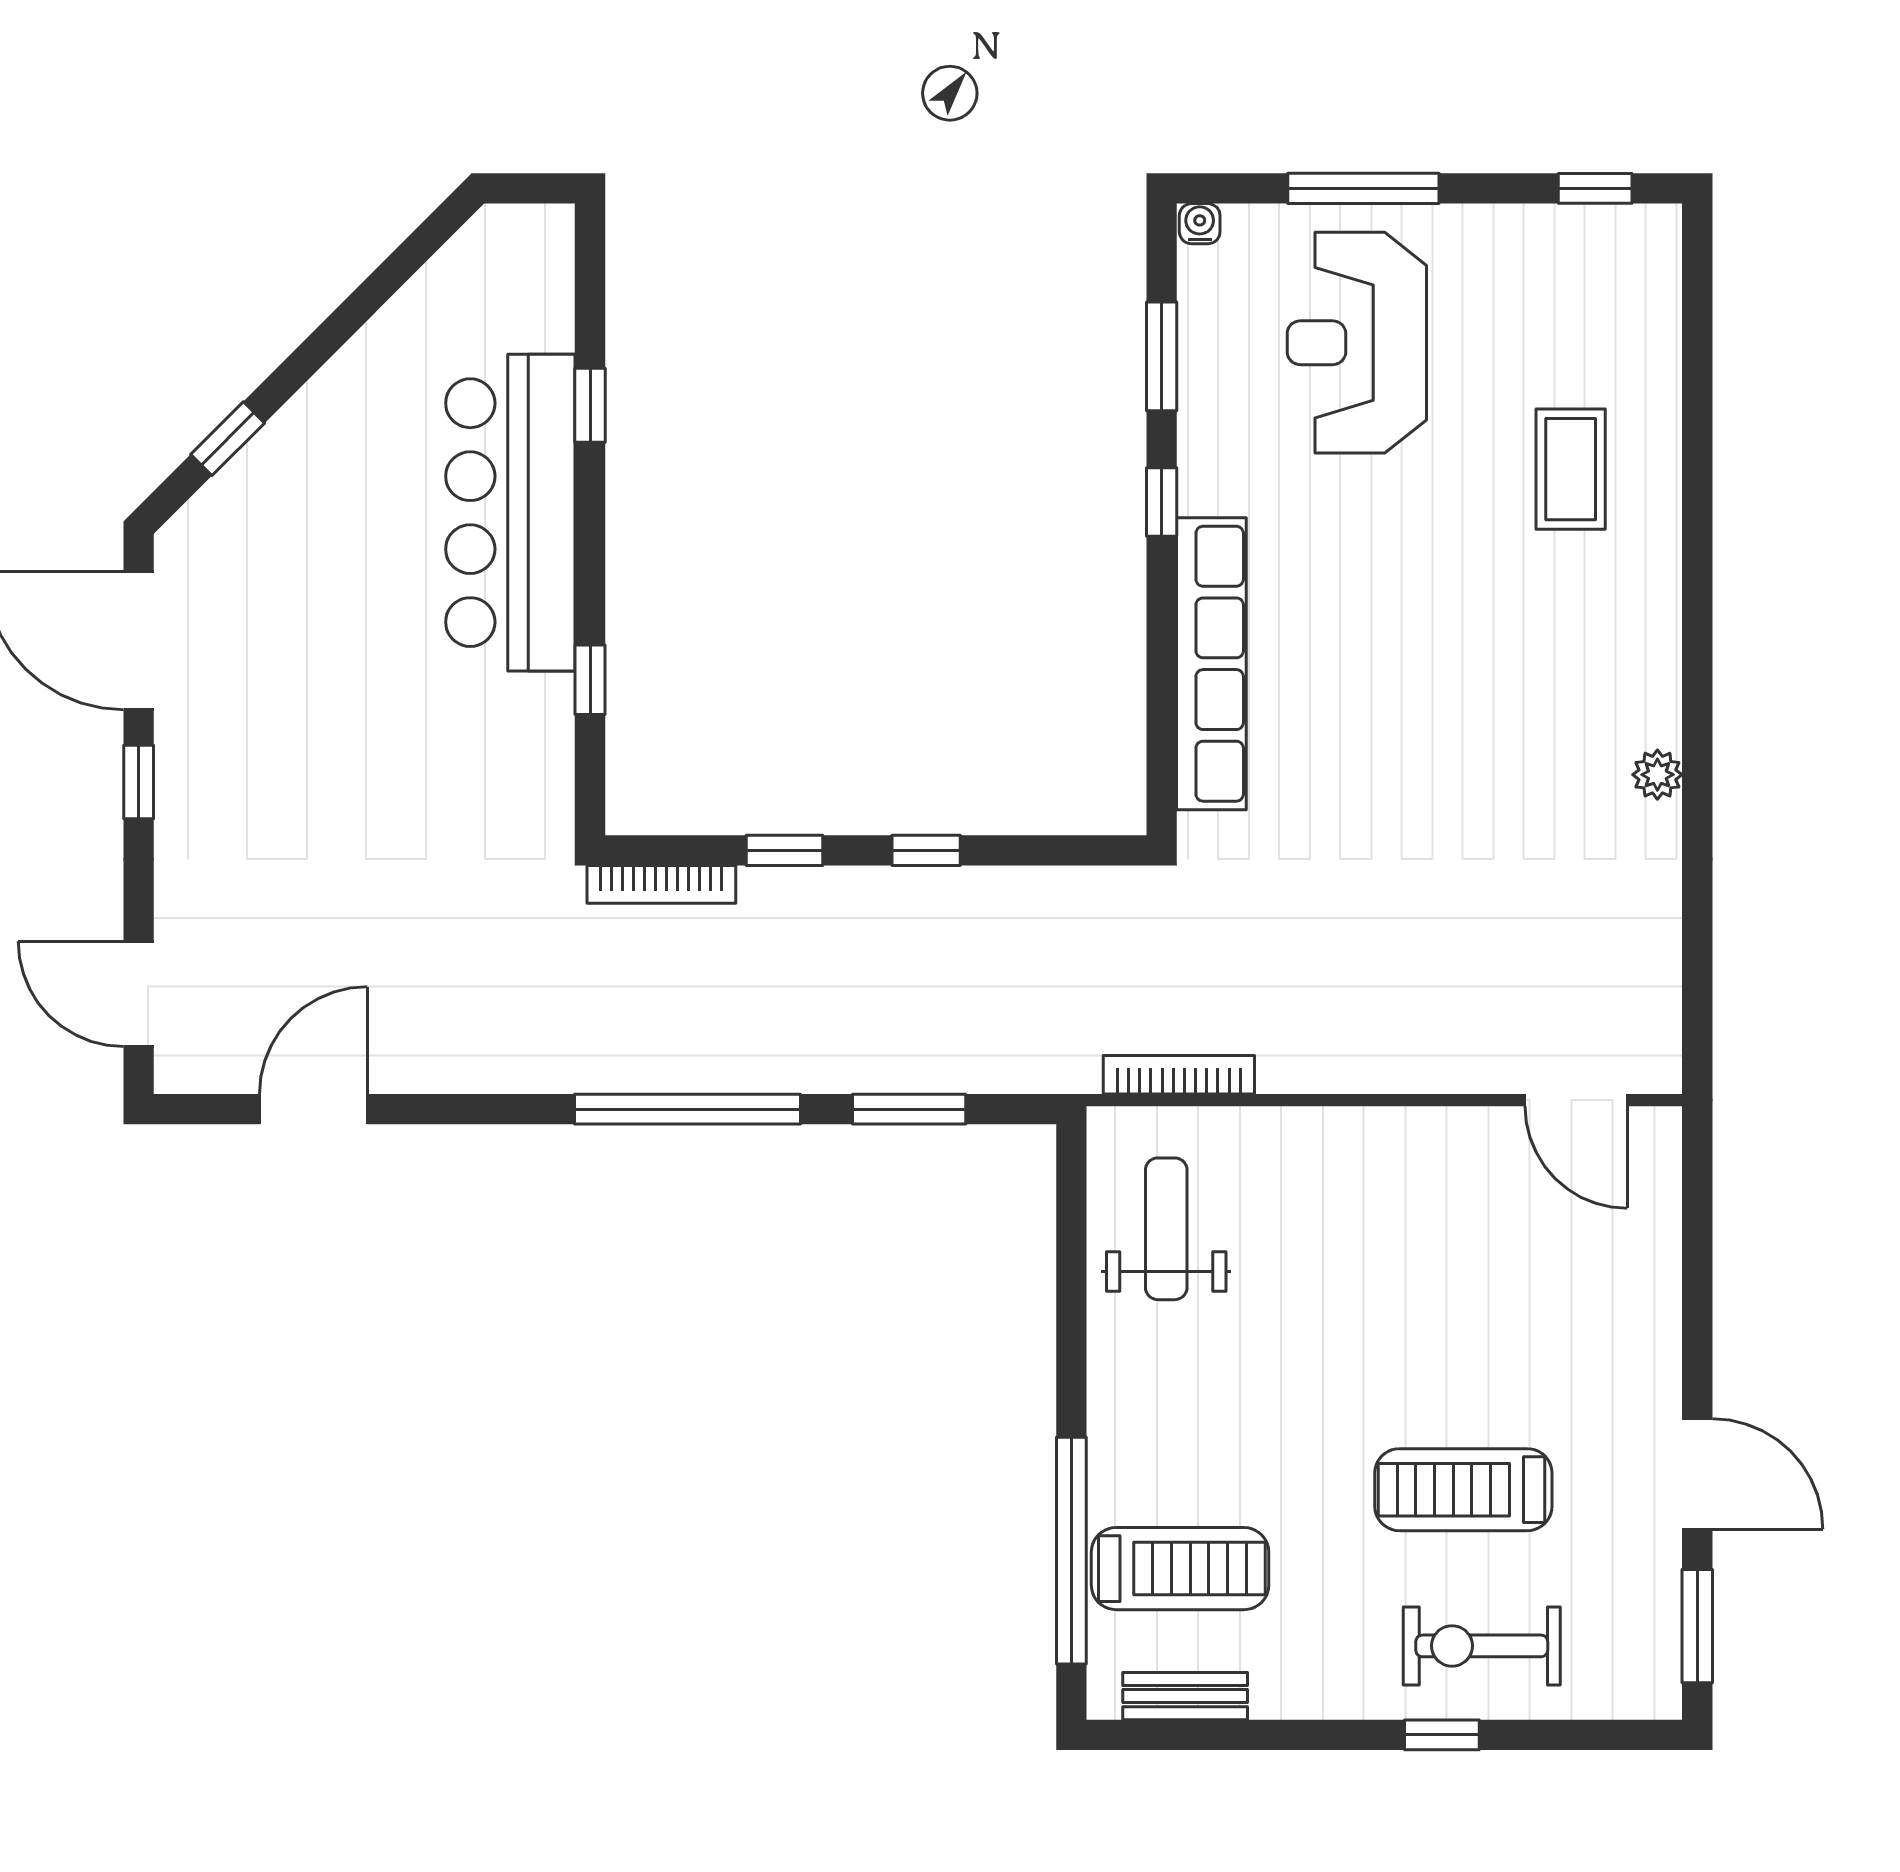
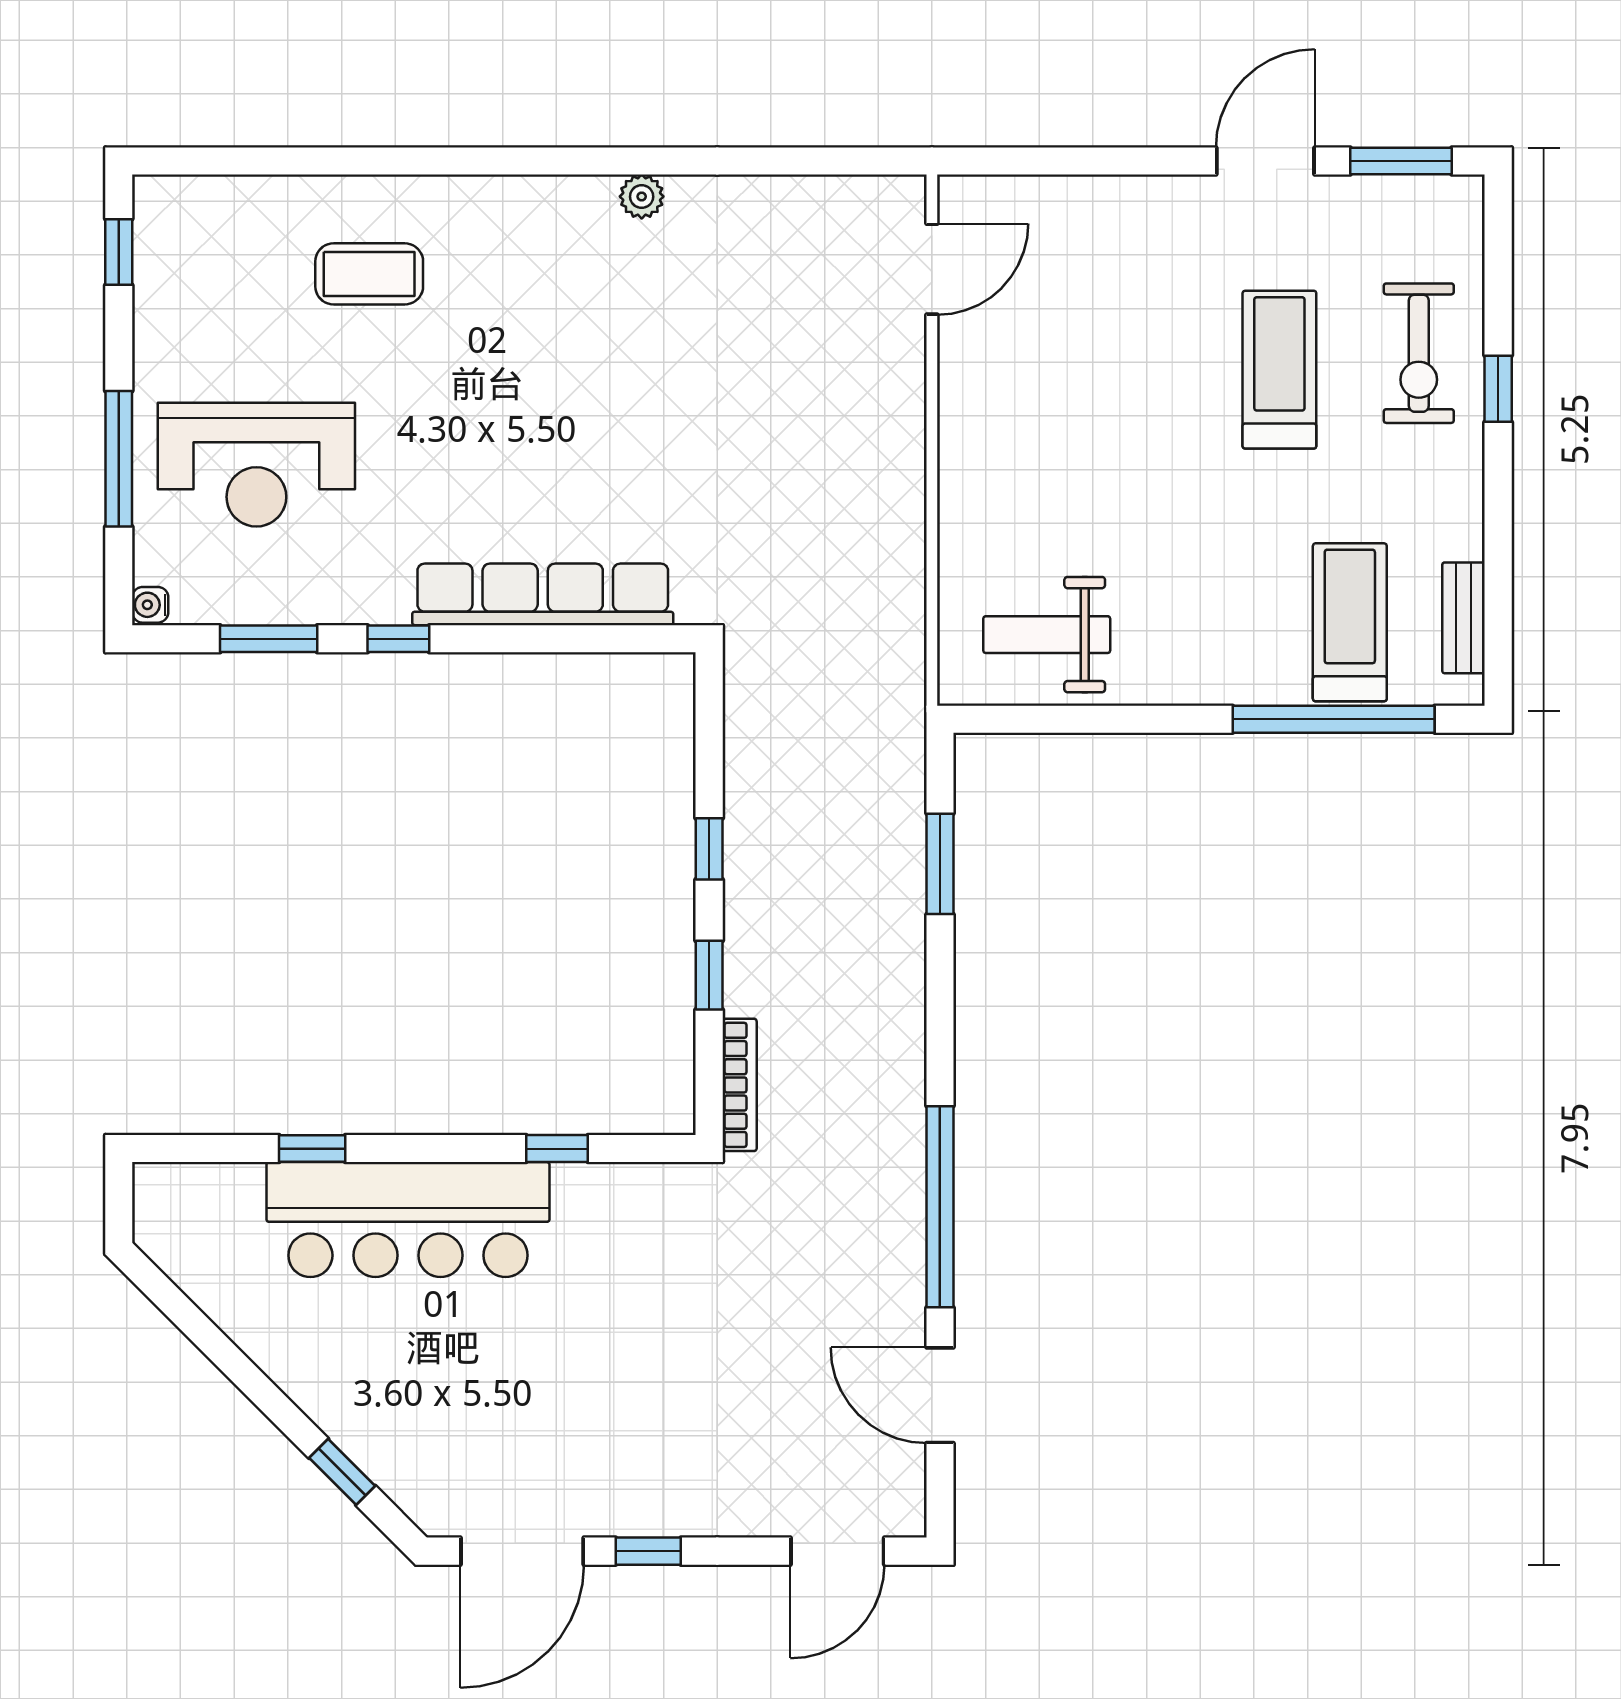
bookcase: (1179, 1075) -> (909, 623), removed
window: (687, 1109) -> (940, 1207), moved
treadmill: (1463, 1490) -> (1279, 370), turned 180

